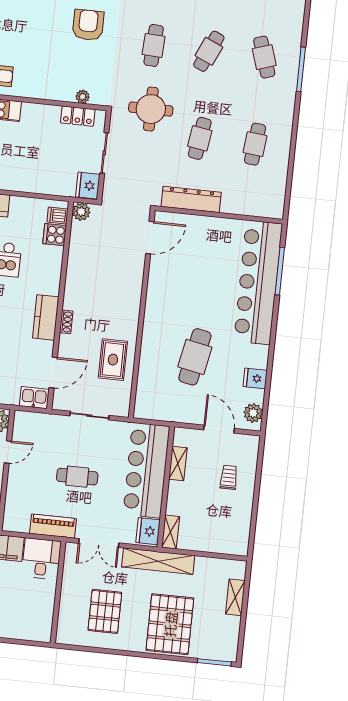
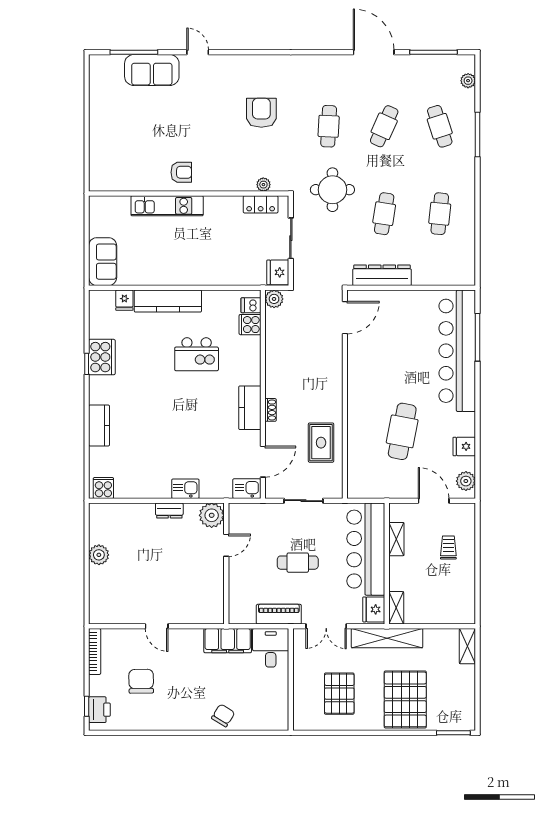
plant: (297, 15) -> (468, 81), added
shelving: (235, 597) -> (467, 646), moved

